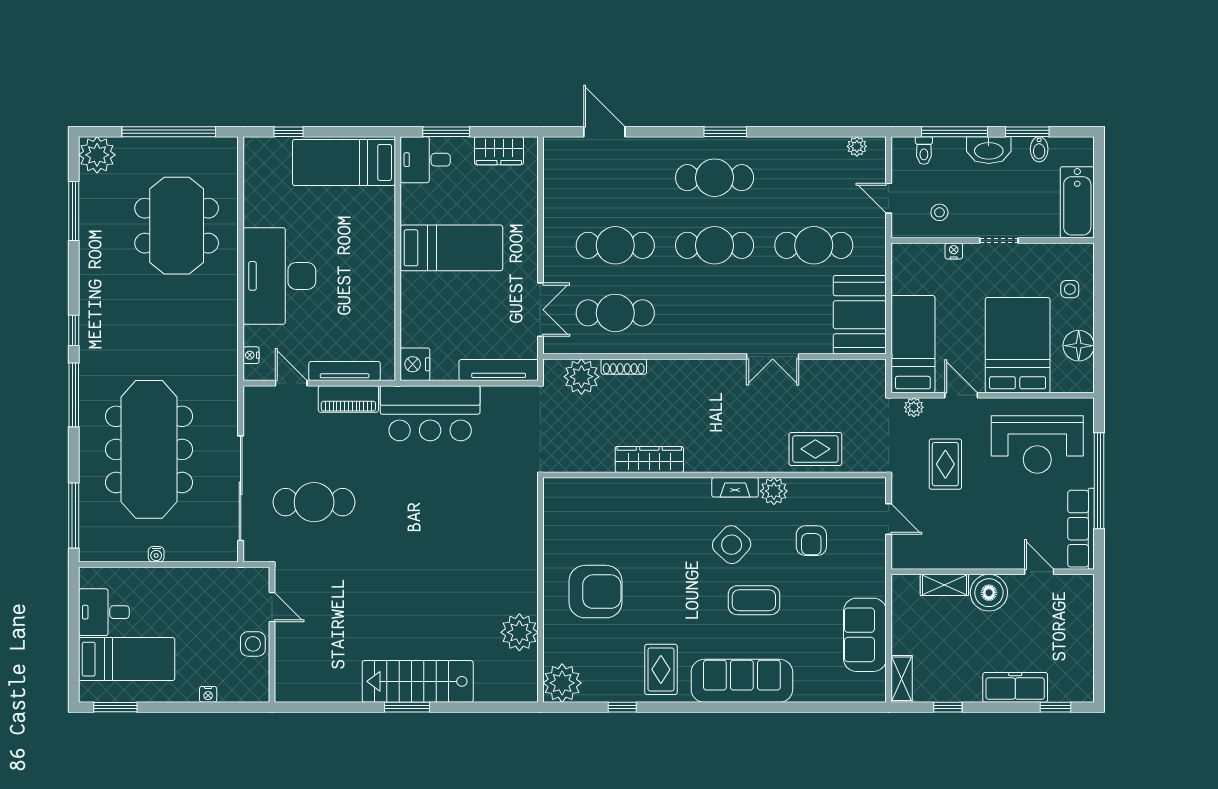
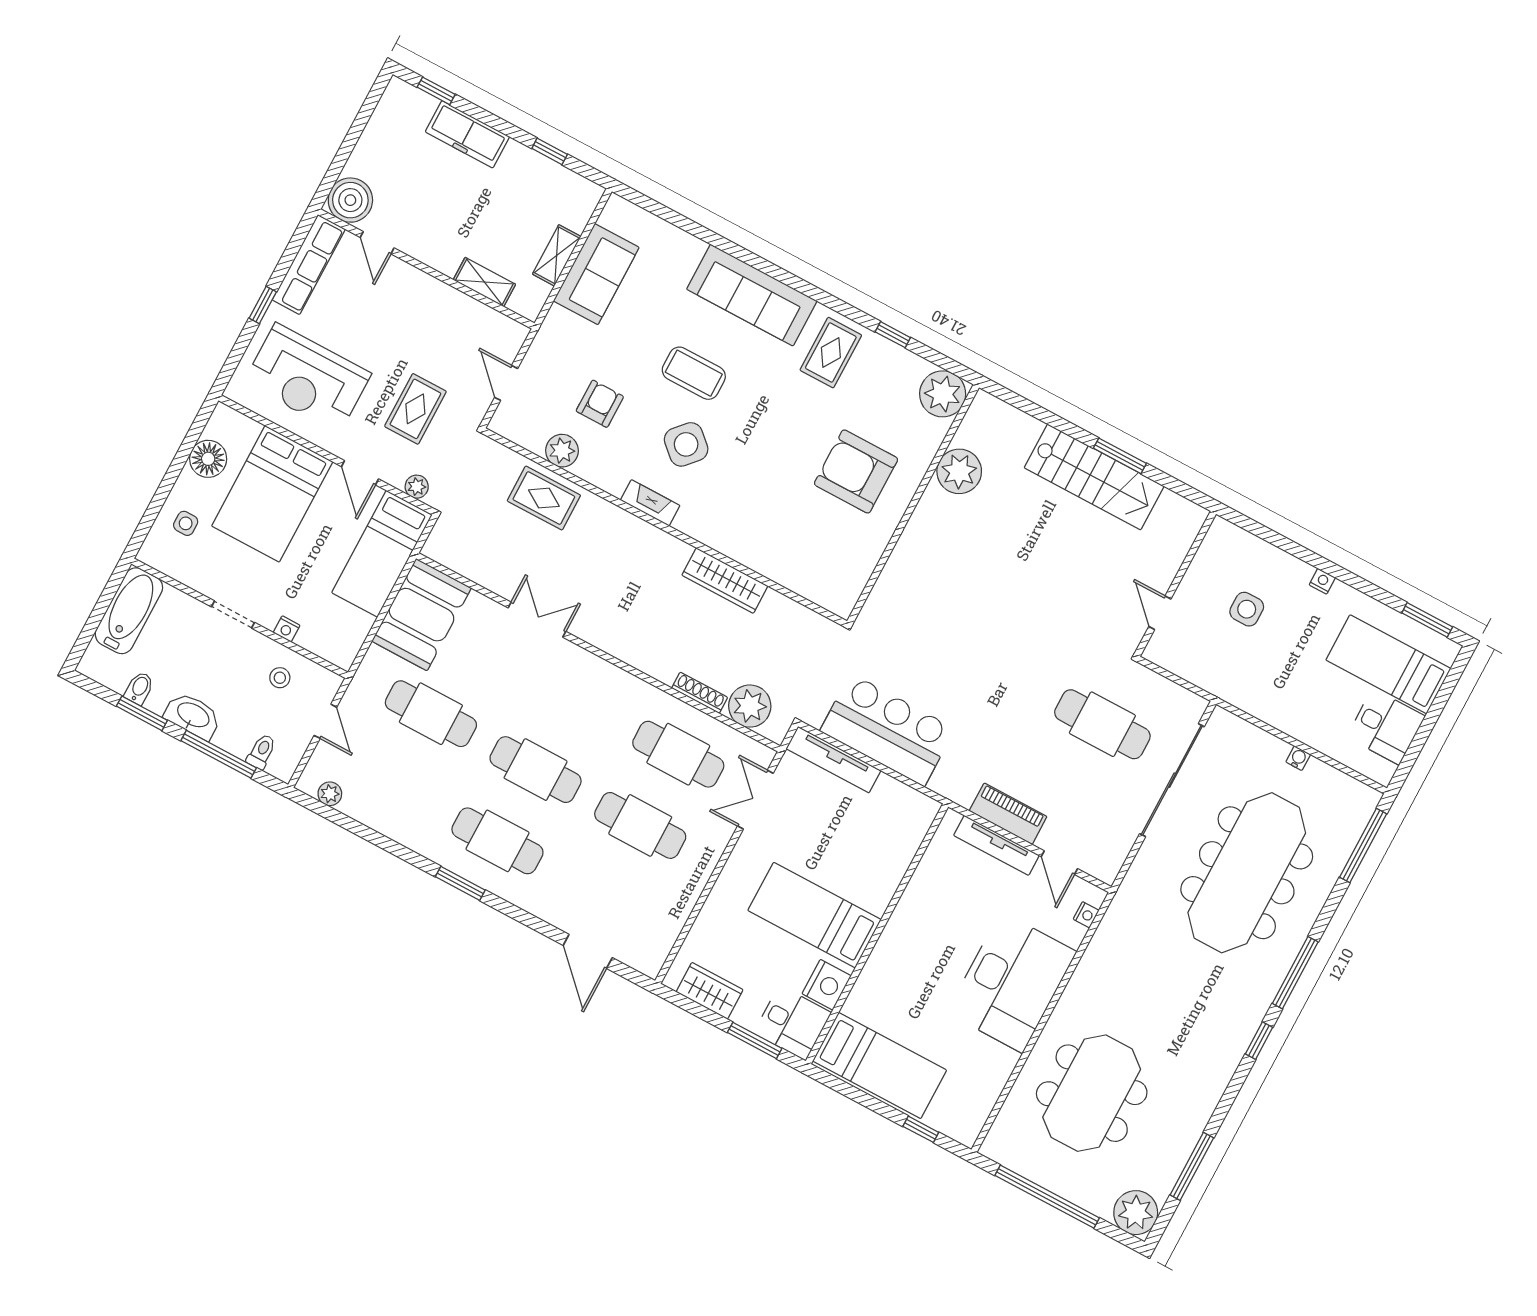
nightstand: (415, 364) -> (827, 985), moved
bar counter: (430, 413) -> (887, 730), moved
reception desk: (1037, 444) -> (307, 378), turned 180
window: (1099, 481) -> (263, 305), width x0.32
plant: (774, 491) -> (562, 451), moved
boiler: (989, 593) -> (350, 200), moved
door: (272, 607) -> (1160, 613), moved
wall: (272, 635) -> (1175, 584), moved
shelving: (902, 679) -> (557, 255), moved

